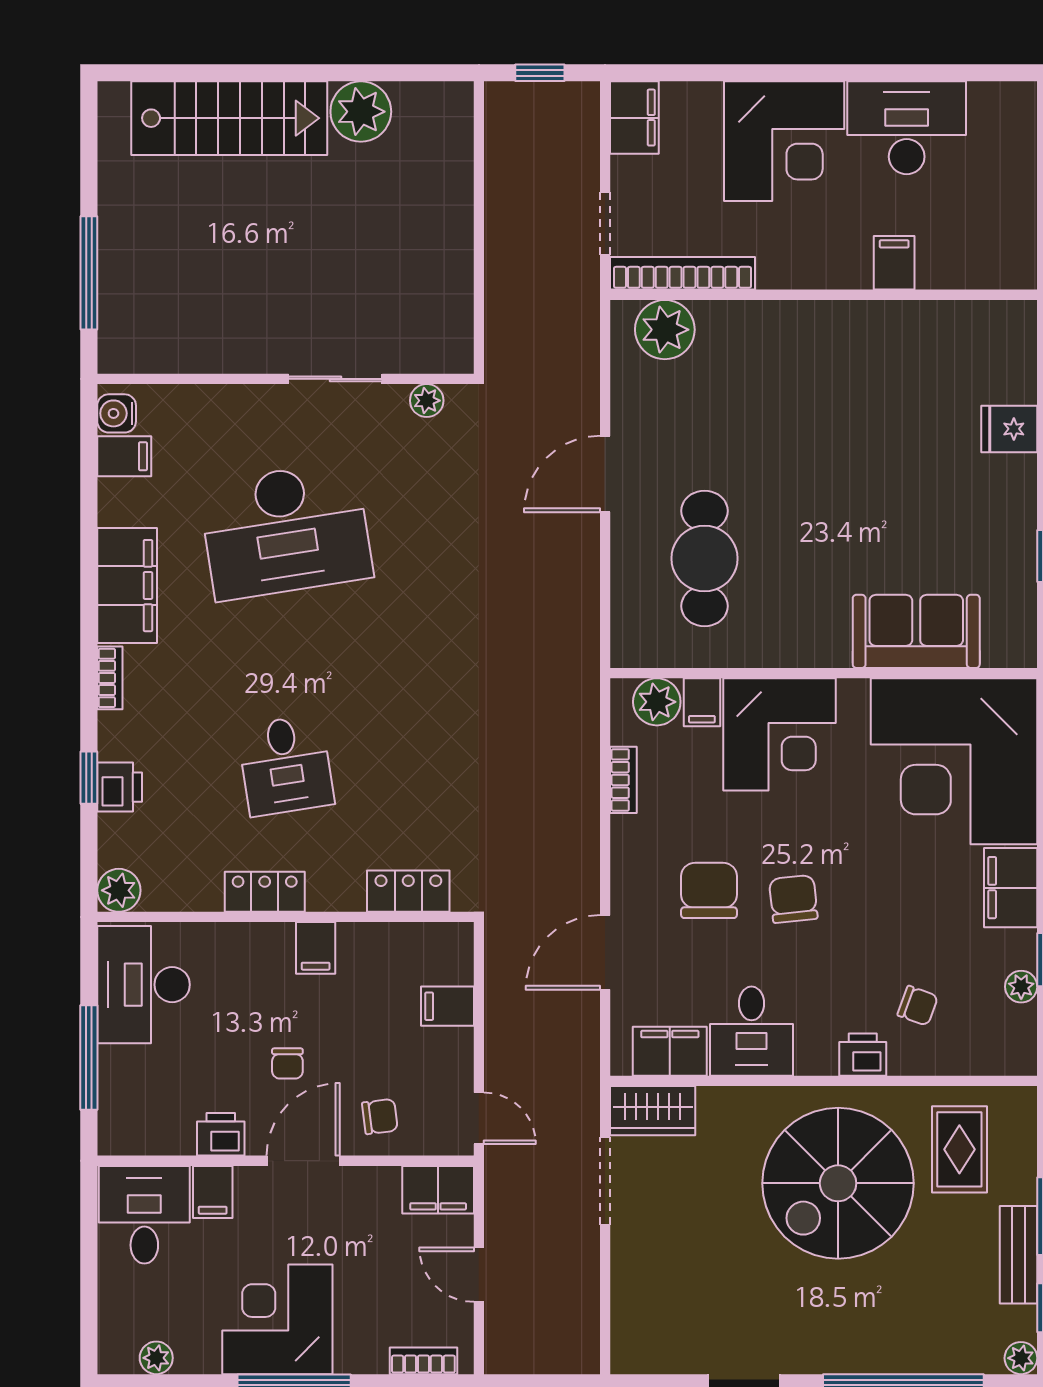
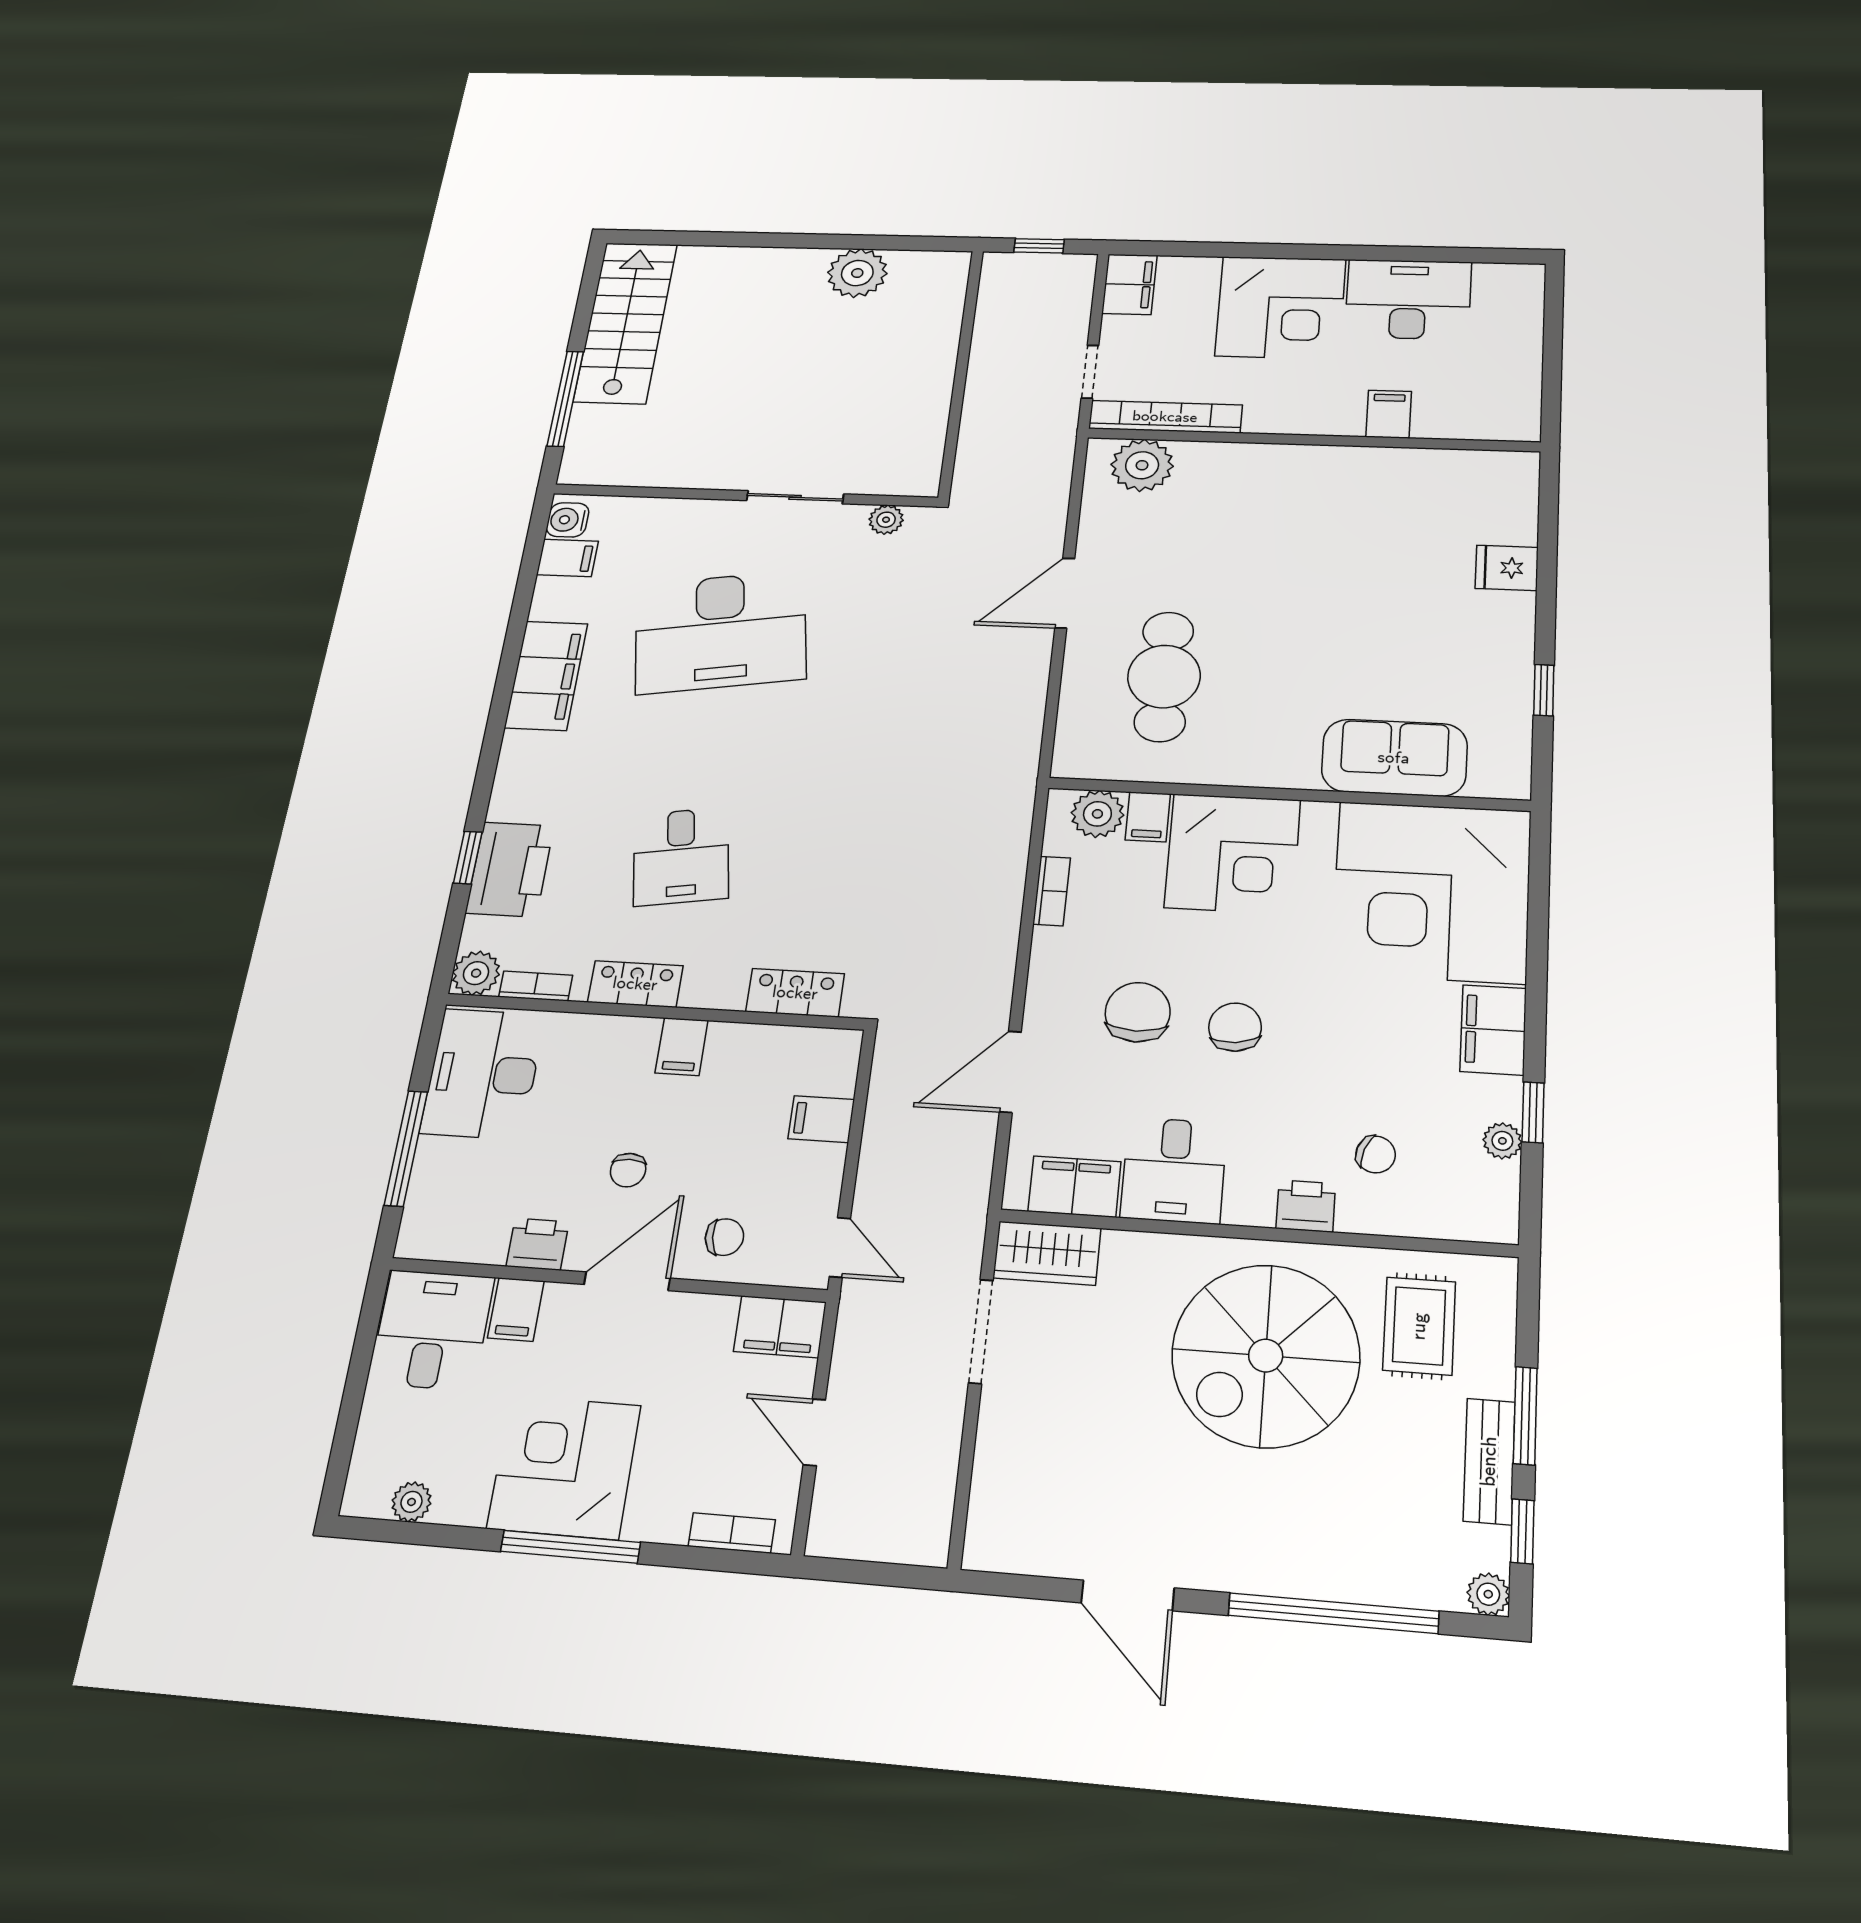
stairs: (229, 118) -> (626, 322), moved, turned -90
bookcase: (110, 678) -> (536, 986), moved, turned -90
printer: (120, 787) -> (510, 869), width x1.87, depth x1.48

